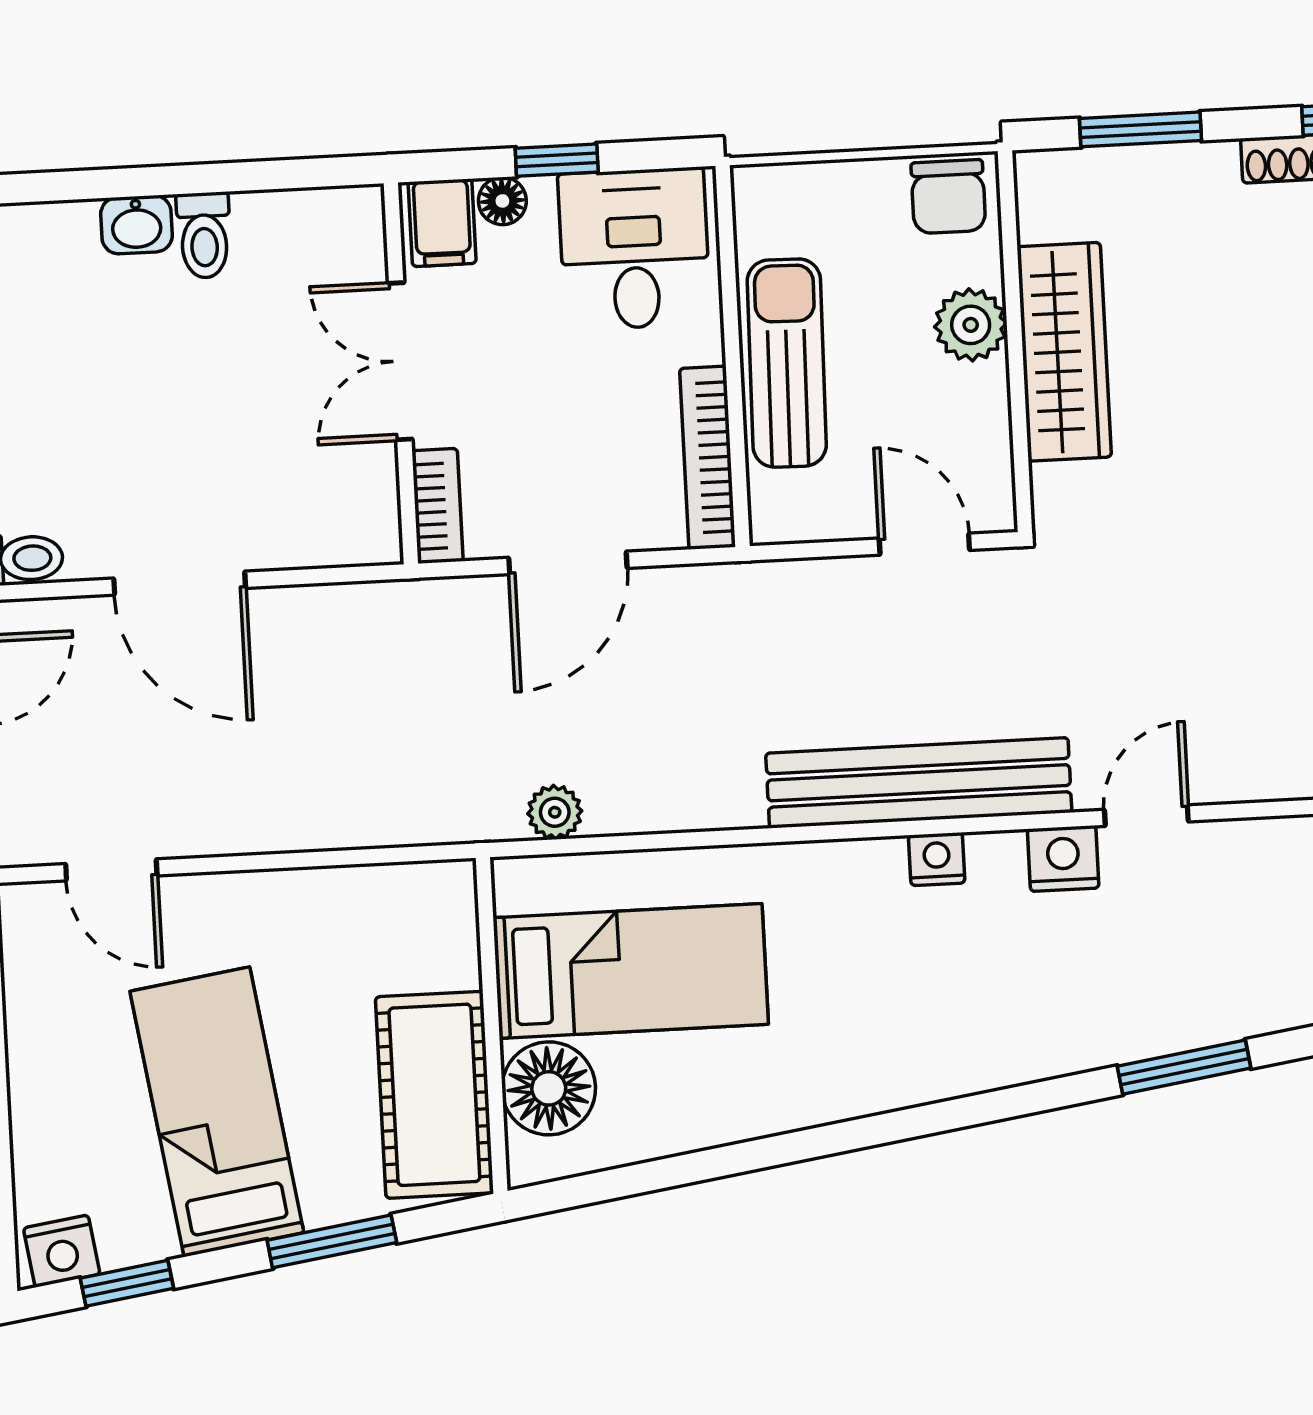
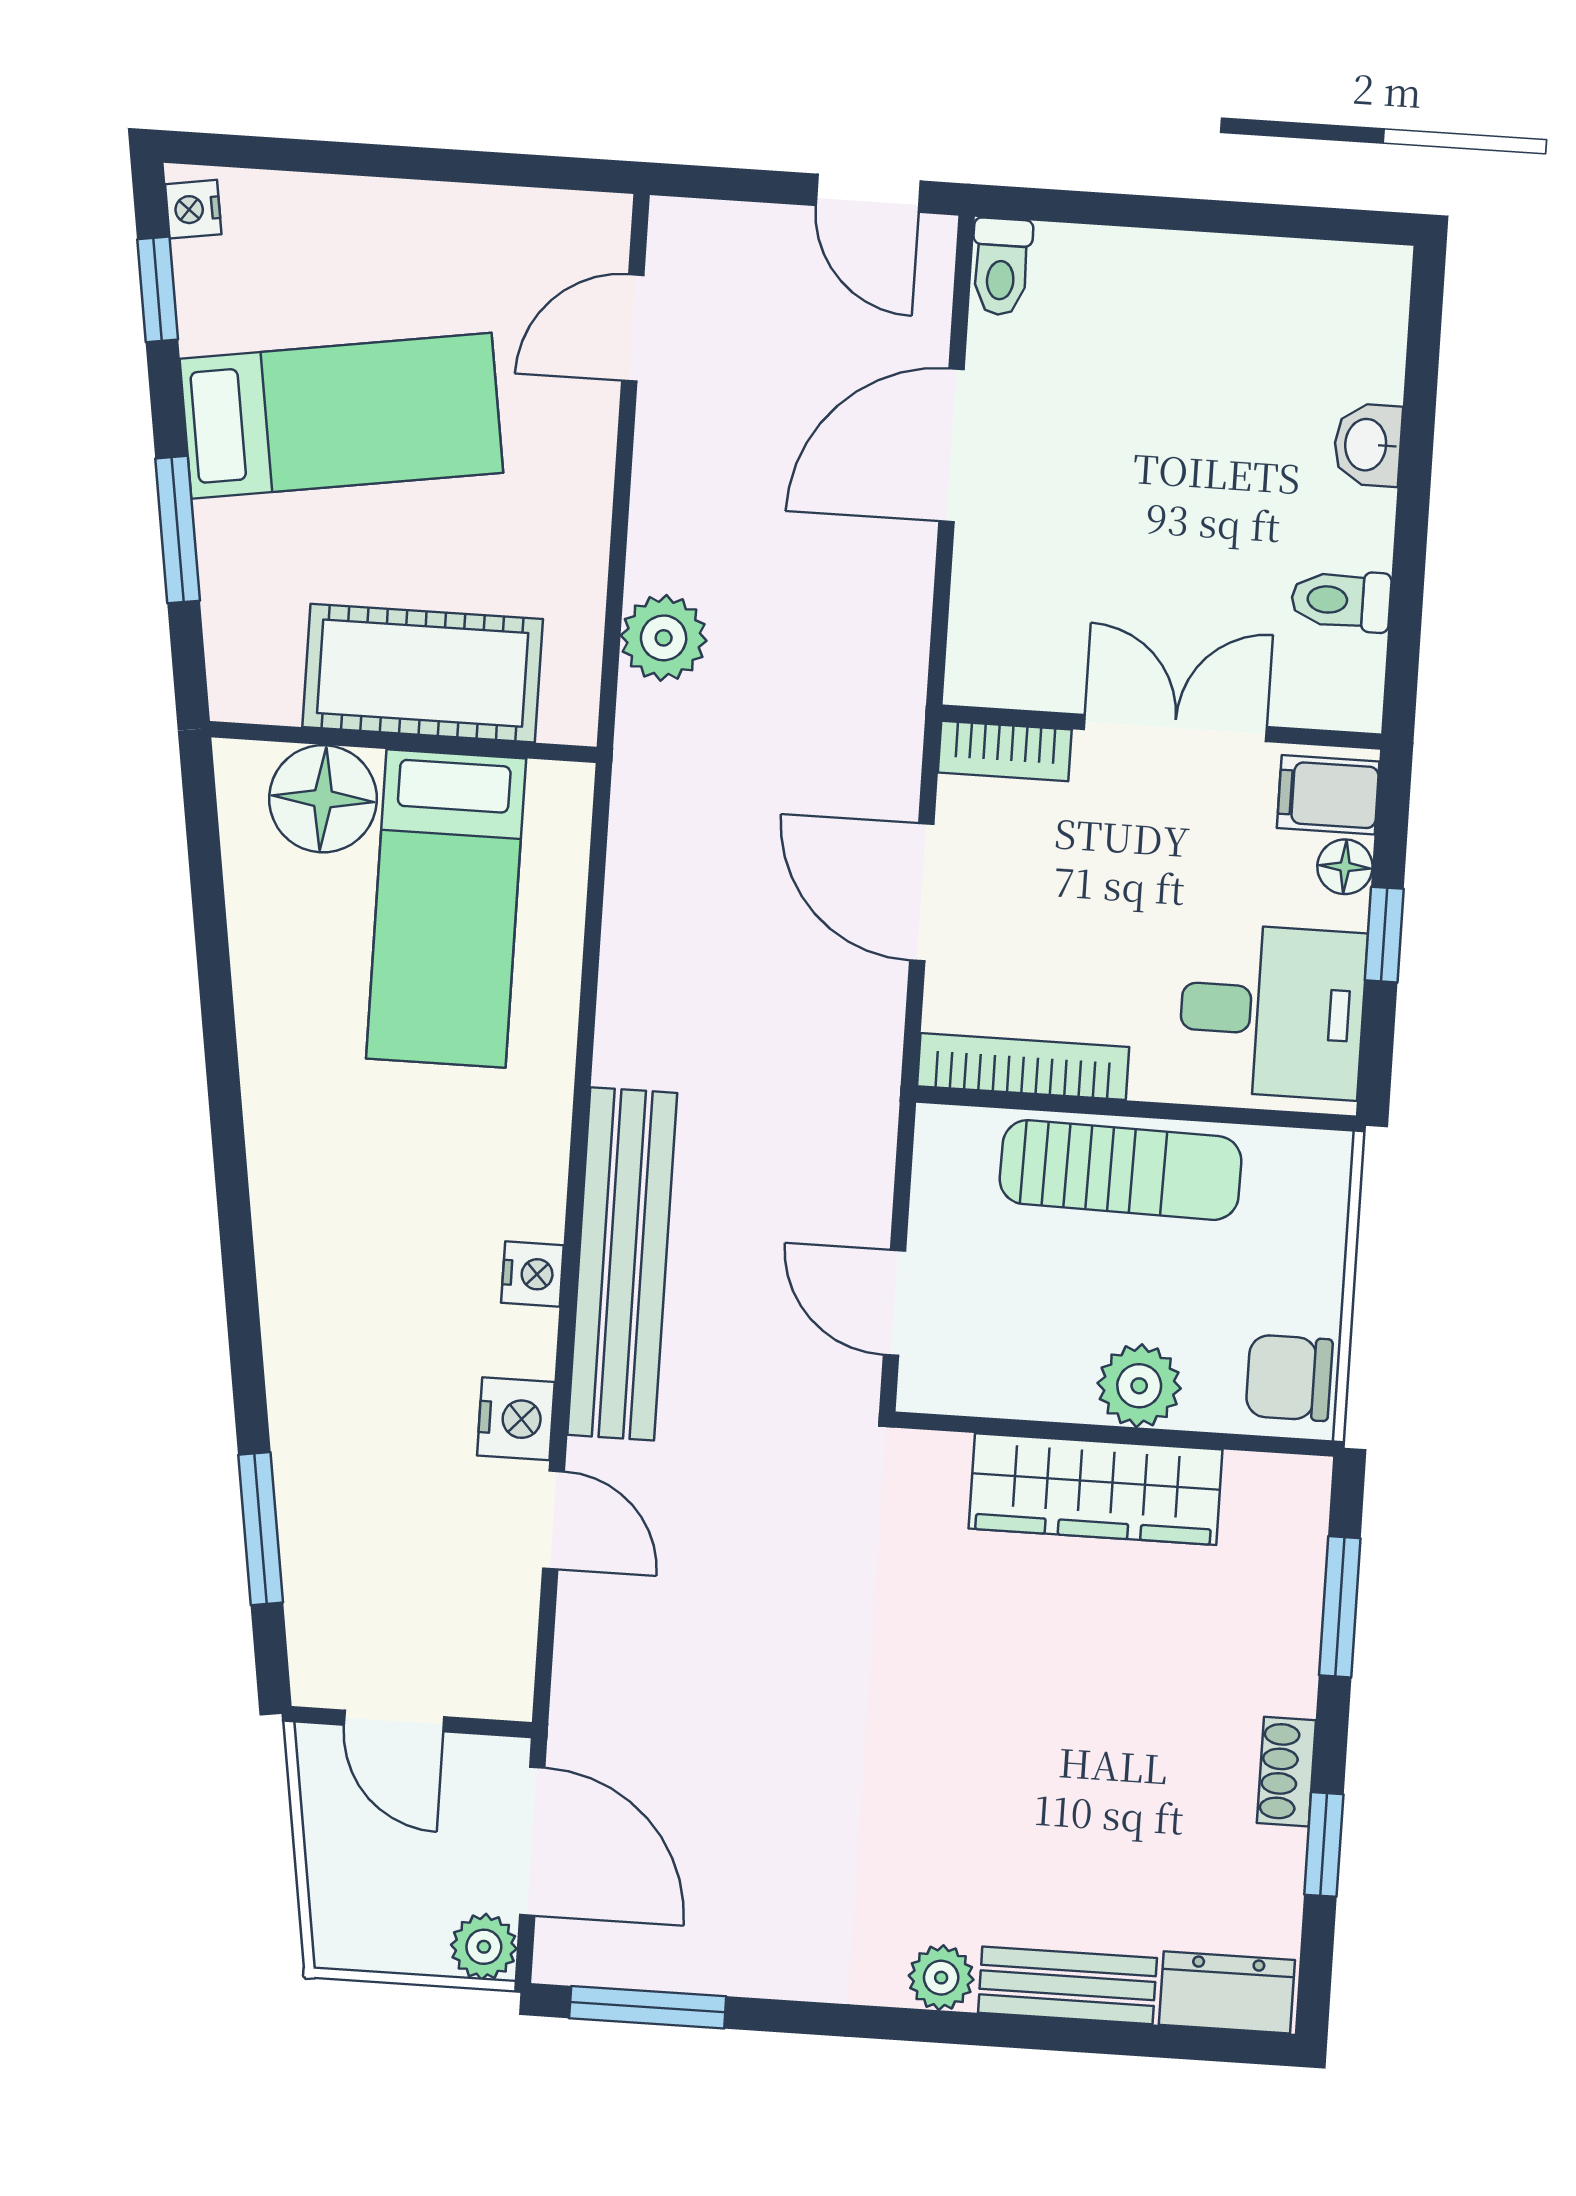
toilet: (204, 235) -> (1341, 600), moved
door: (924, 544) -> (895, 1303), swing flipped
plant: (555, 812) -> (664, 638), moved, width x1.38, depth x1.38
cot: (434, 1095) -> (423, 673), moved
nightstand: (62, 1251) -> (193, 209), width x0.72, depth x0.74

